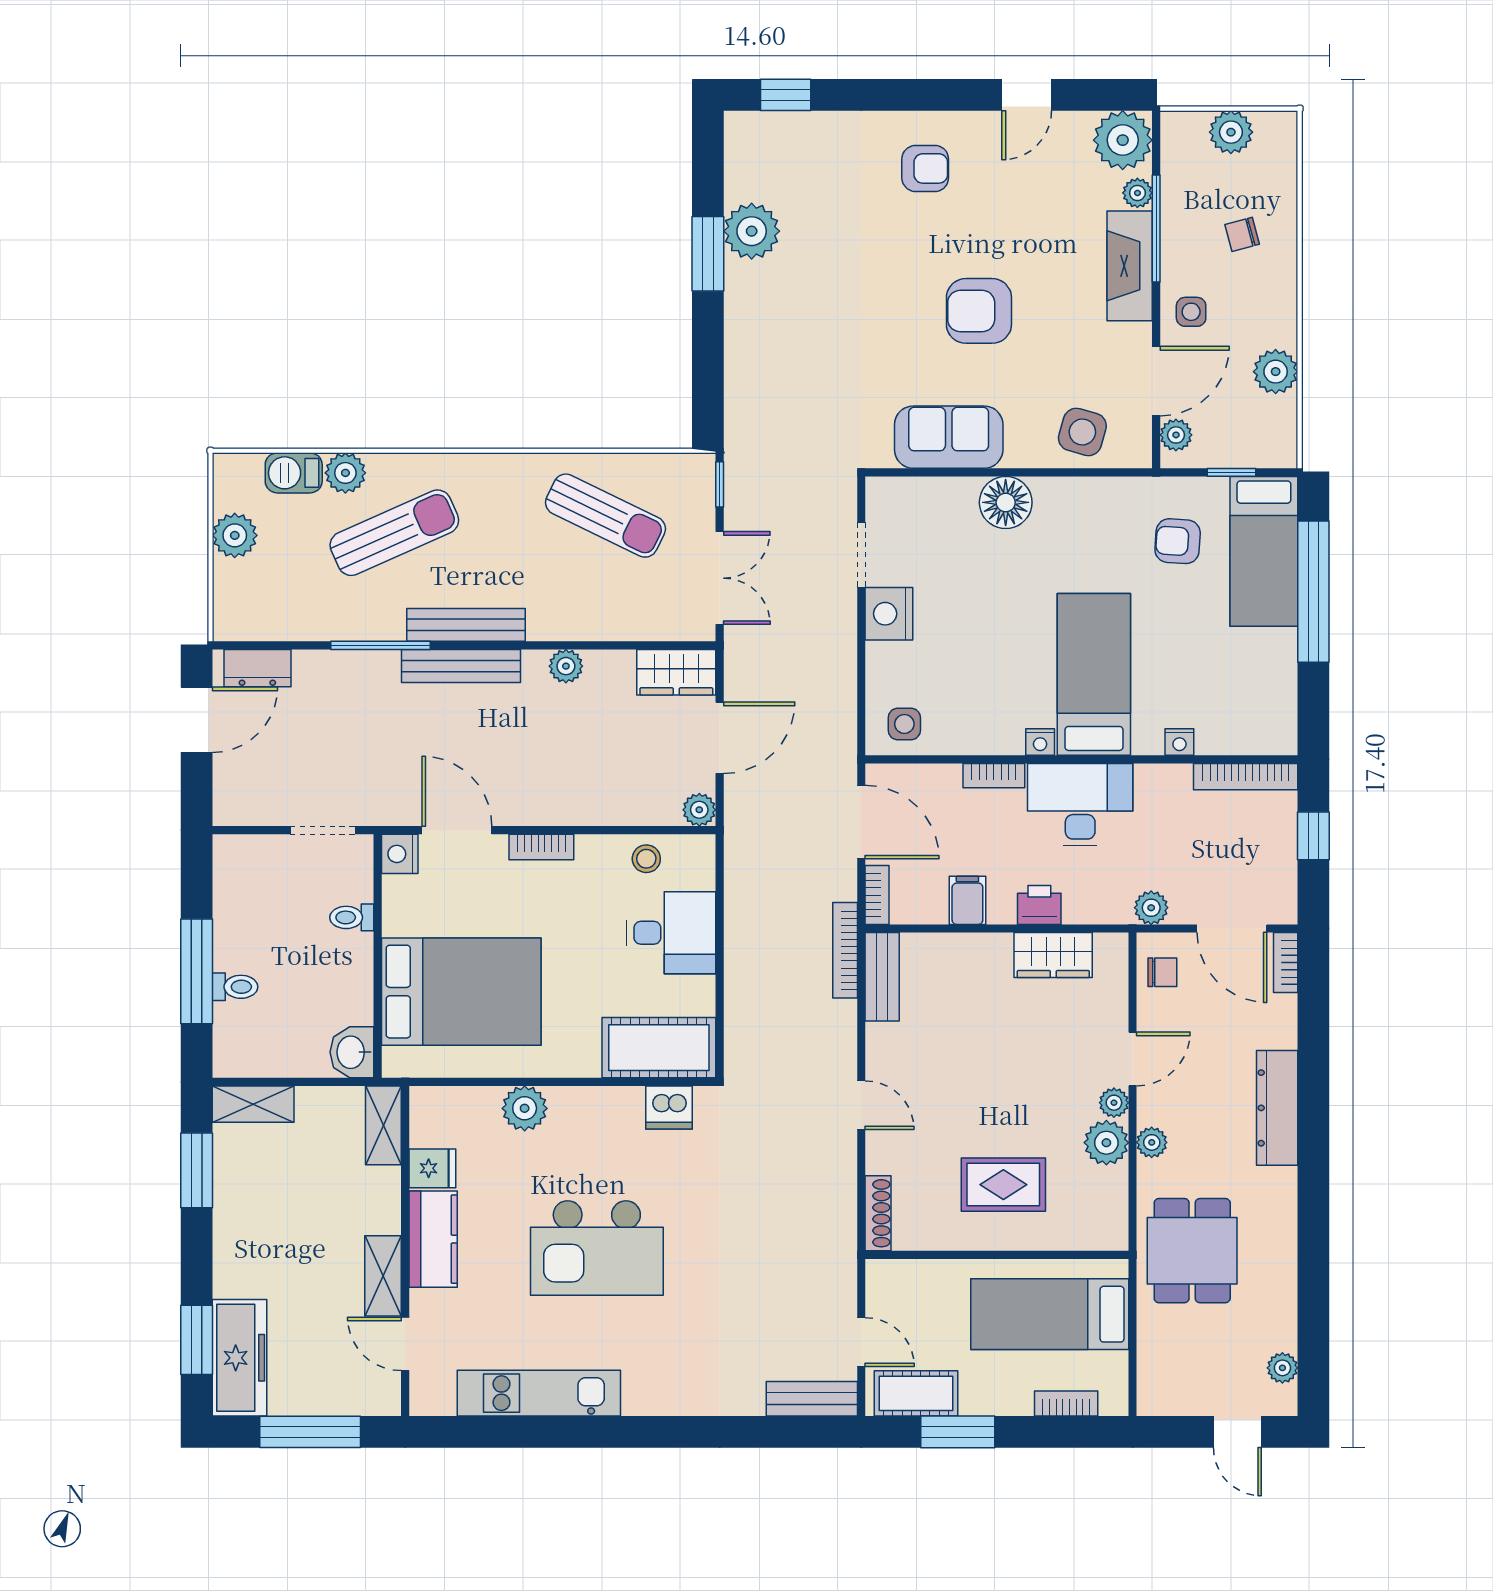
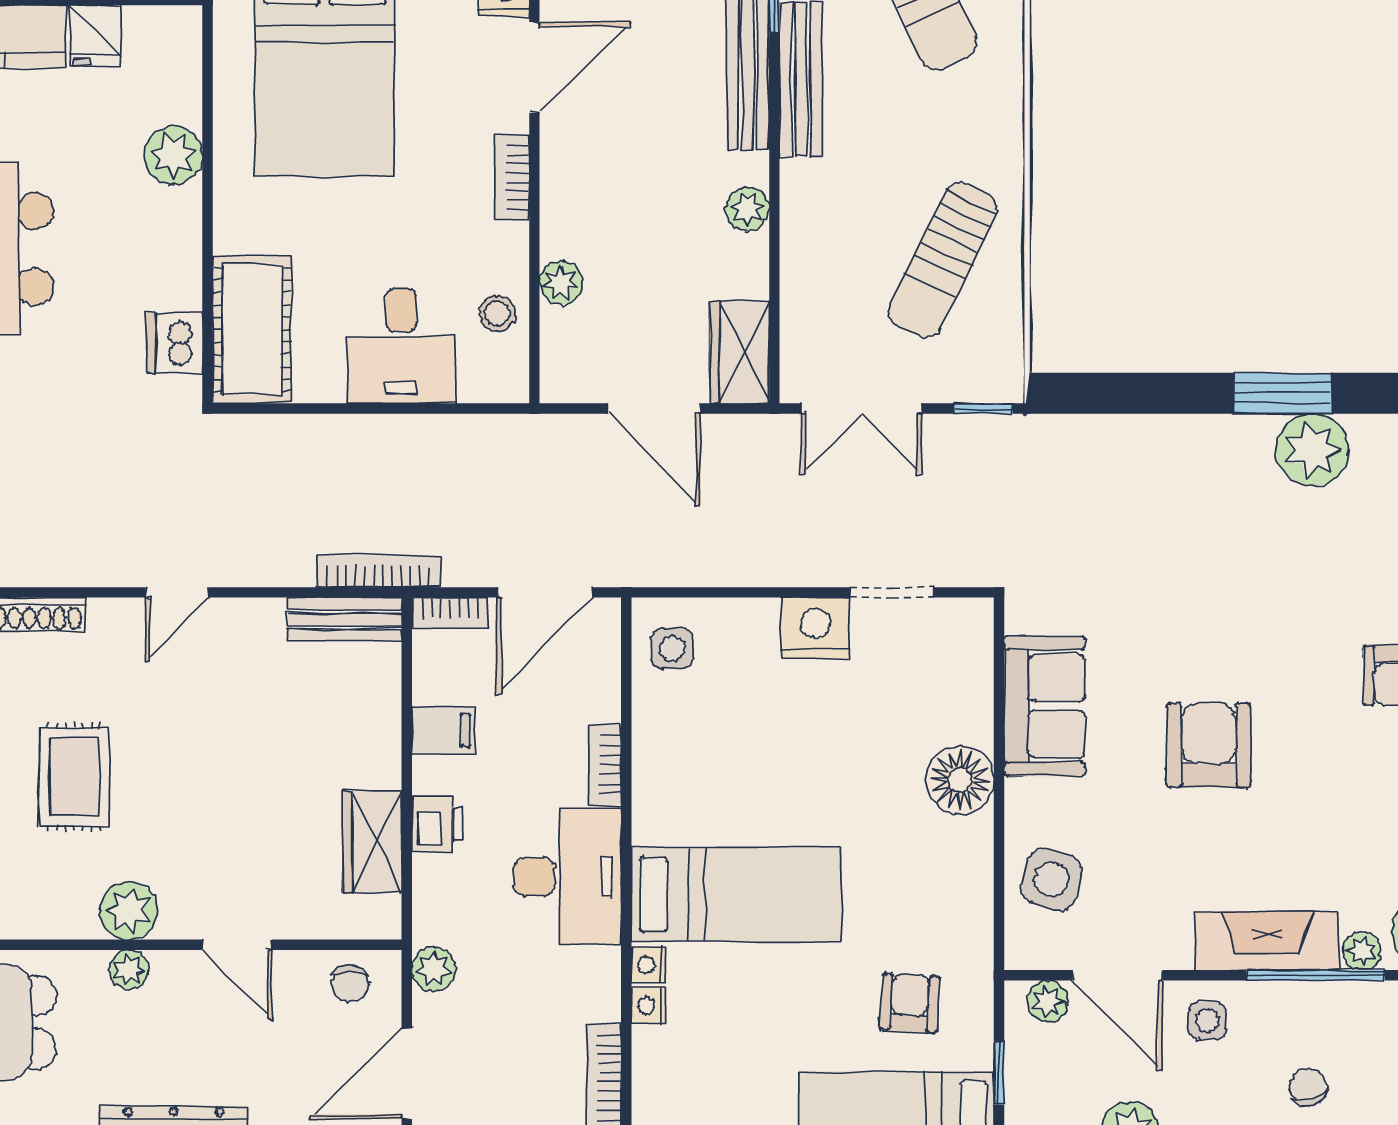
nightstand: (1040, 742) -> (649, 965), moved
plant: (699, 810) -> (561, 283), moved
plant: (1114, 1103) -> (181, 921), removed

